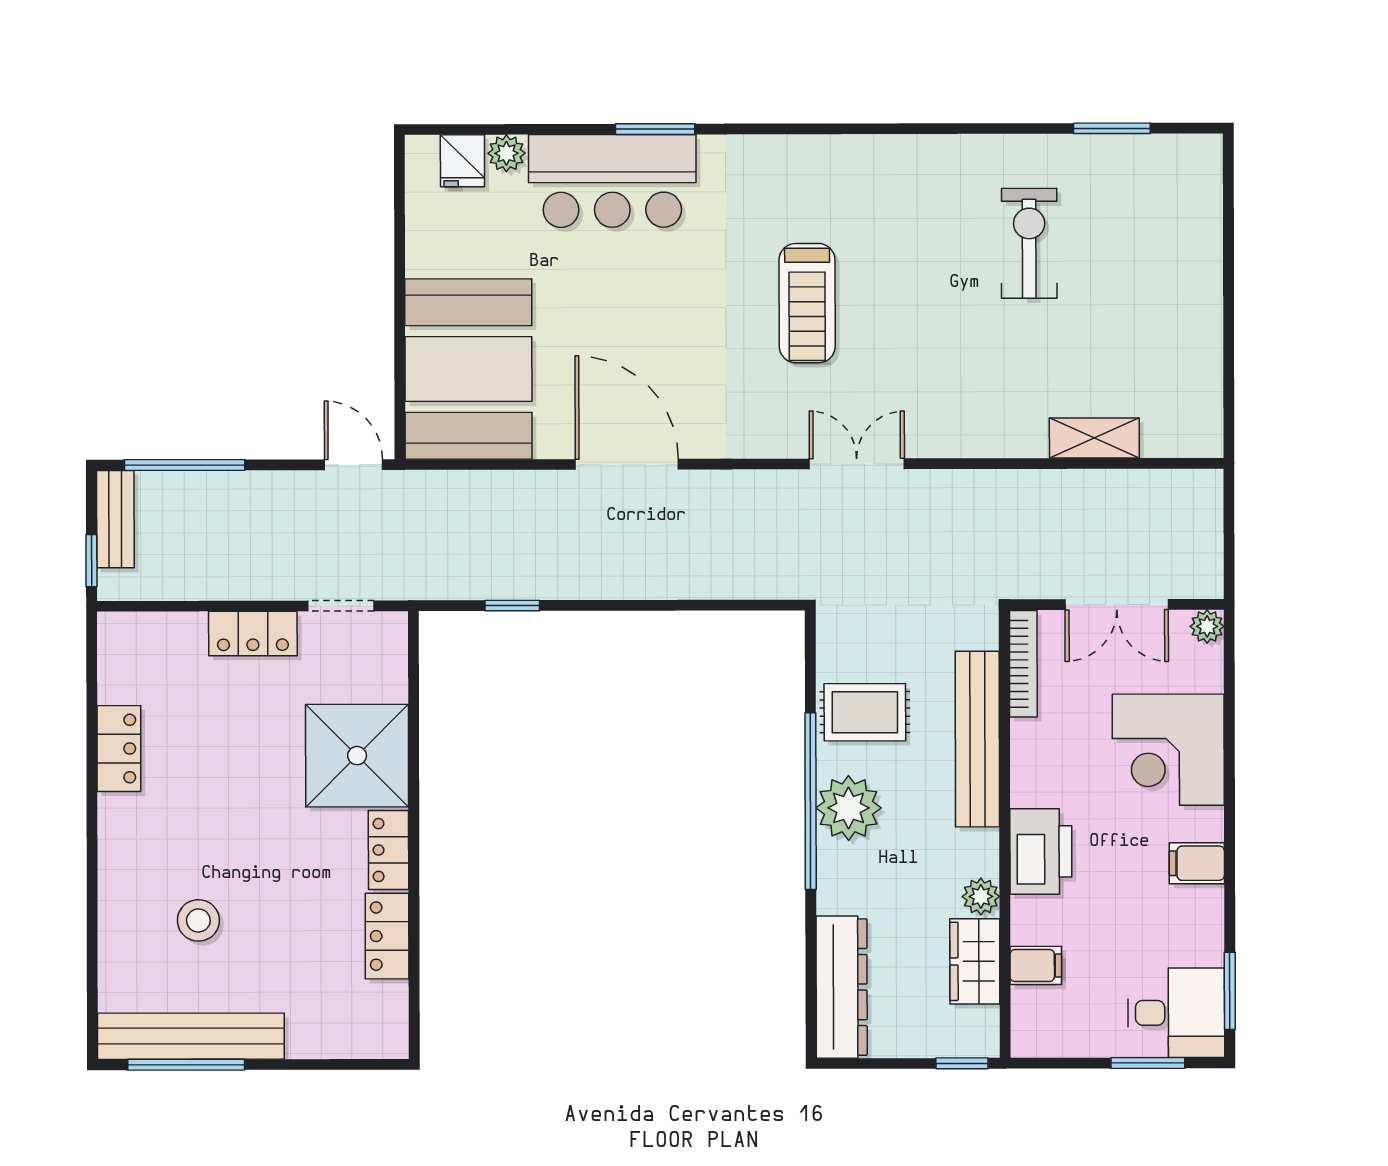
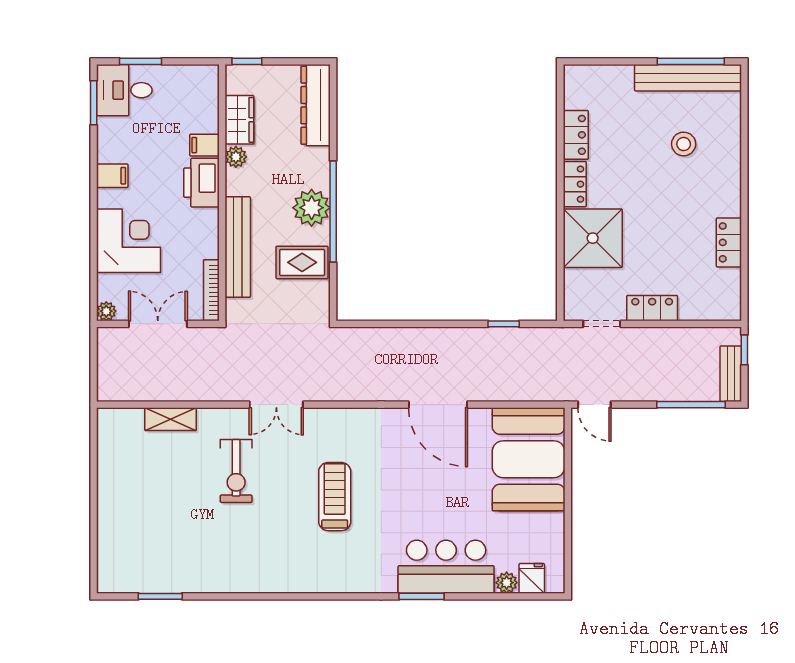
exercise bike: (1029, 243) -> (236, 471), moved
double door: (857, 464) -> (276, 405), moved
filing cabinet: (1036, 965) -> (205, 145), moved

